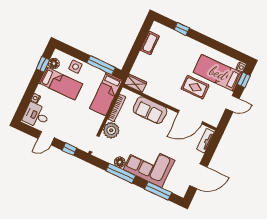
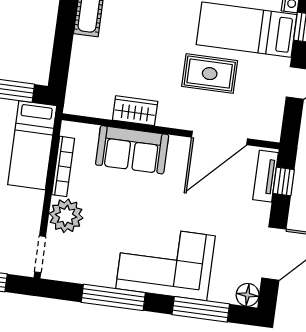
wardrobe: (135, 83) -> (135, 111), moved
window: (213, 146) -> (284, 181), added
floor lamp: (120, 162) -> (248, 295), moved

